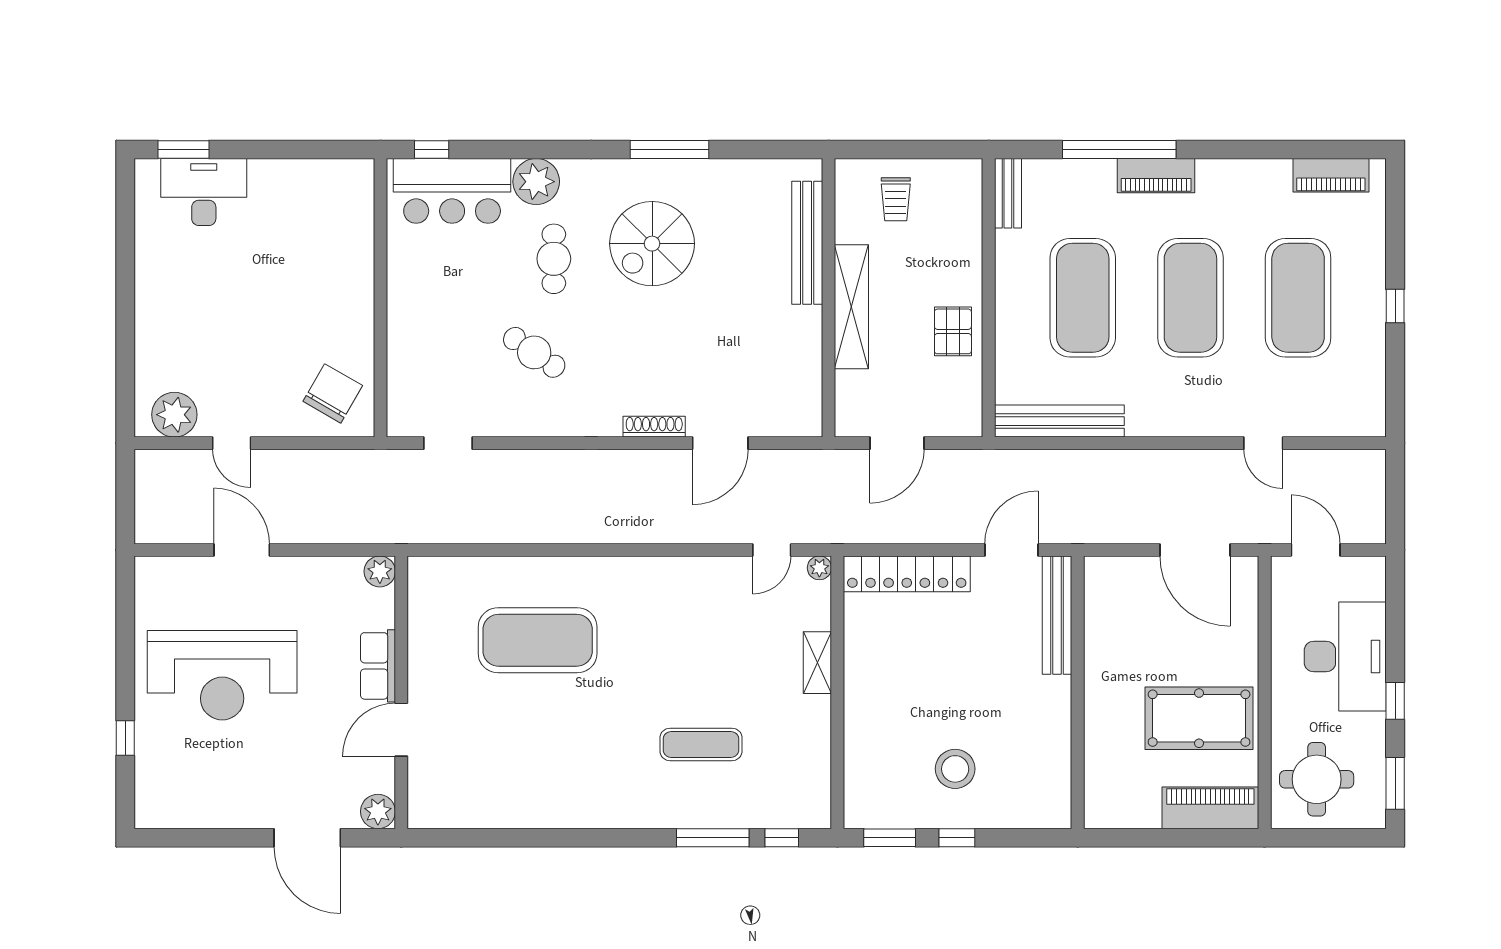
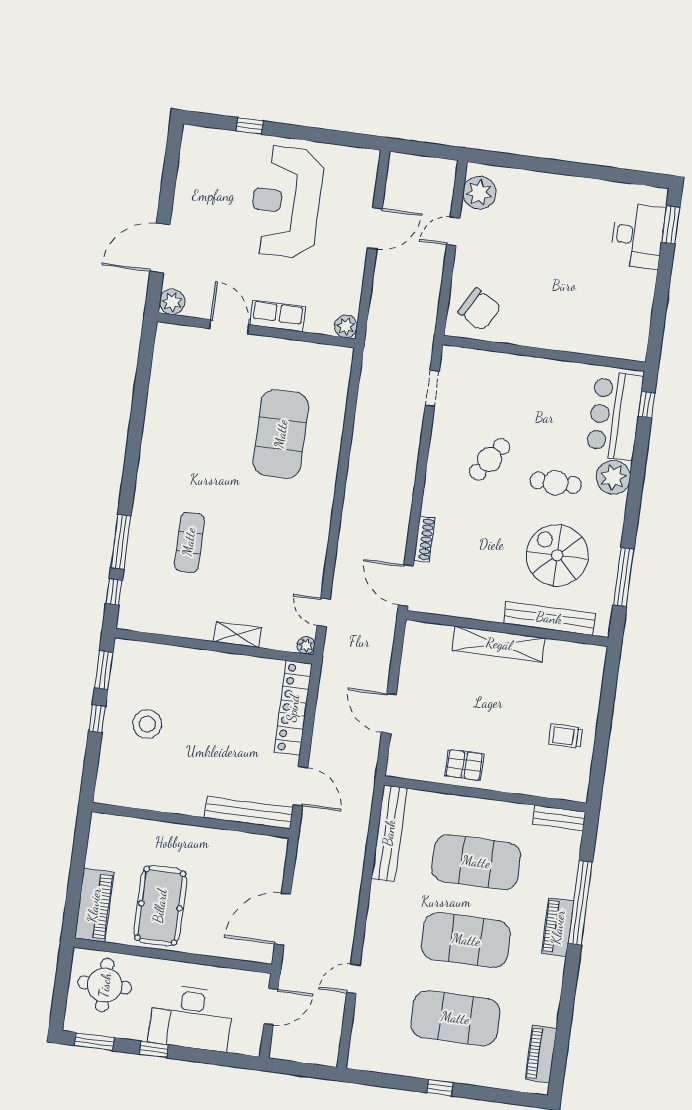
bench: (807, 243) -> (549, 618), moved
wall: (828, 298) -> (507, 628), moved
shelving: (851, 307) -> (499, 644), moved

